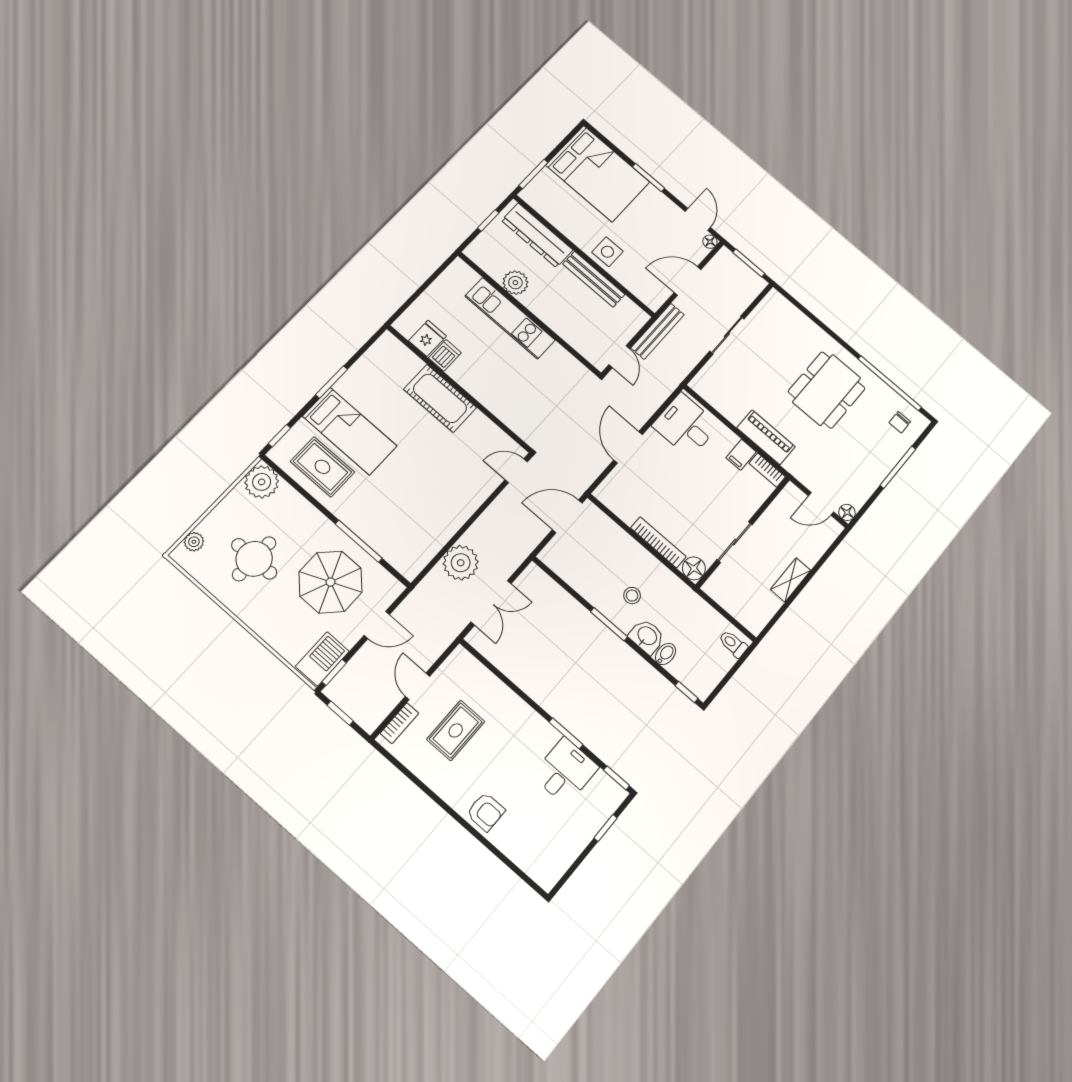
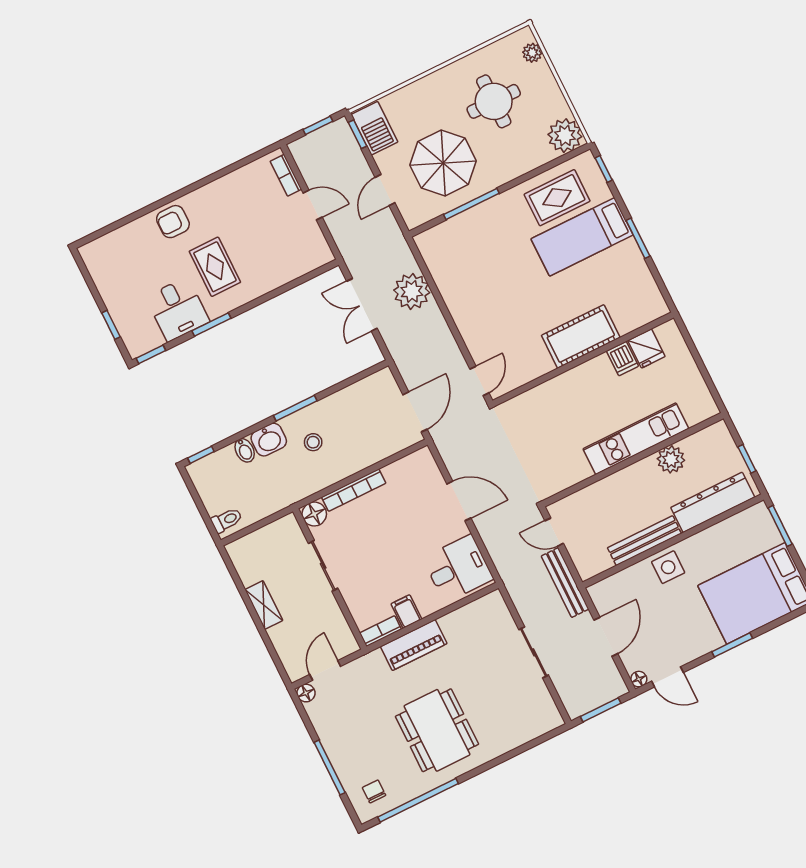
rug: (456, 730) -> (215, 267), moved

